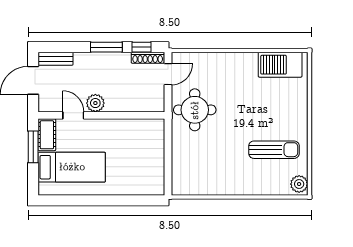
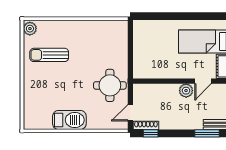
window: (106, 47) -> (207, 133), moved
barbecue: (280, 65) -> (69, 120), moved
door: (73, 115) -> (203, 81), hinge flipped

